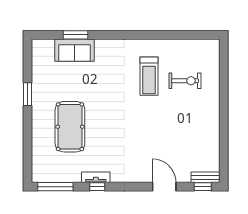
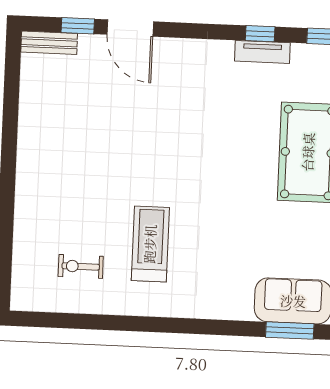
exercise bike: (185, 81) -> (81, 266), moved, width x0.73, depth x0.72
window: (203, 187) -> (78, 26), moved

